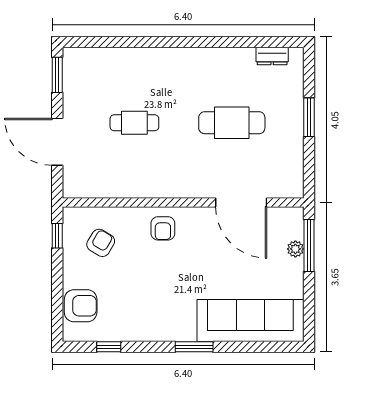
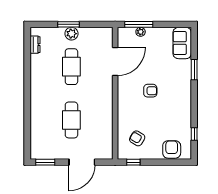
cafe table: (134, 123) -> (71, 120), width x1.37, depth x1.35
plant: (292, 123) -> (71, 34), added
armchair: (163, 228) -> (150, 91), moved
sofa: (250, 320) -> (182, 43), width x0.54, depth x0.79
window: (194, 347) -> (194, 70), moved

